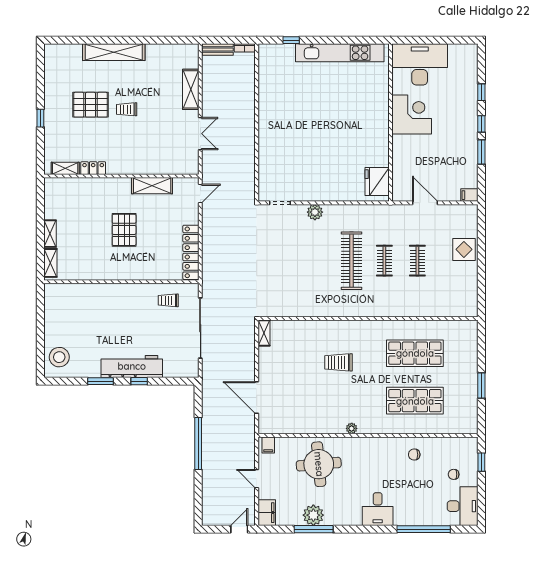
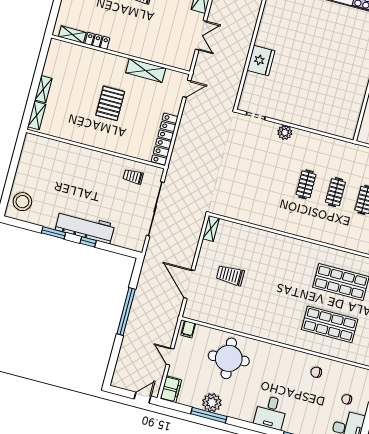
fridge: (377, 182) -> (261, 61), moved, turned 180
clothes rail: (351, 261) -> (306, 184), width x0.54, depth x0.76
trolley: (338, 362) -> (230, 275), moved
plant: (352, 428) -> (266, 334), removed

